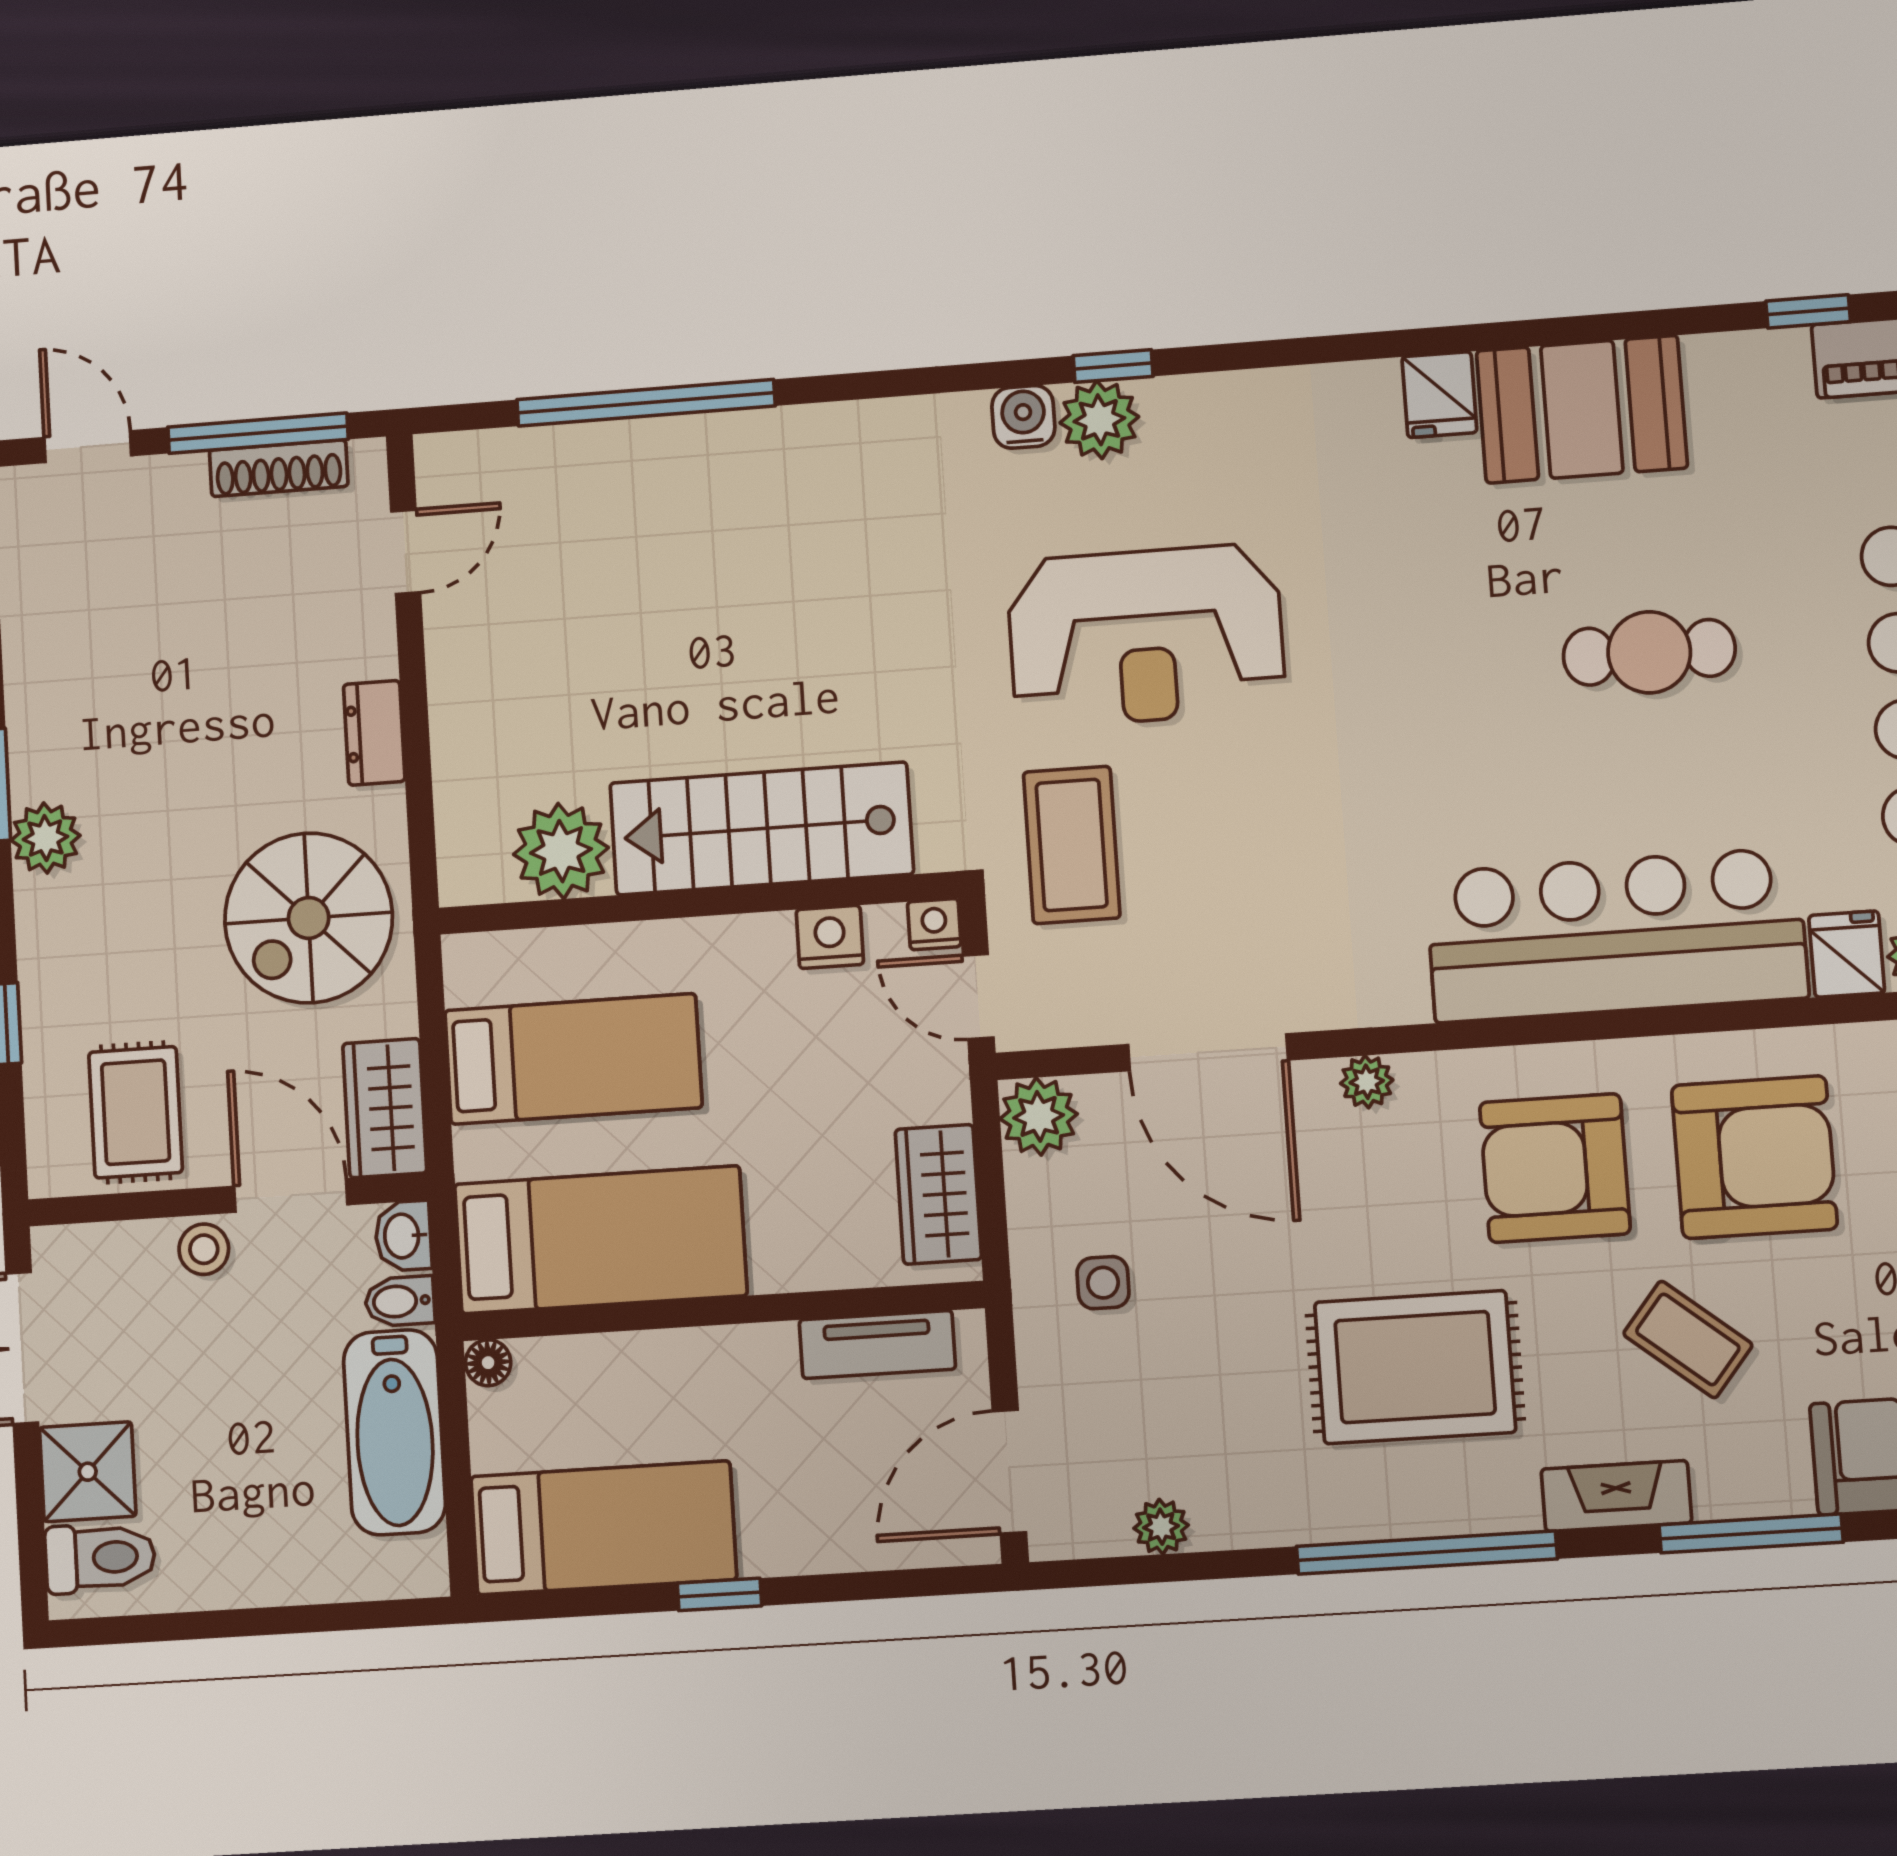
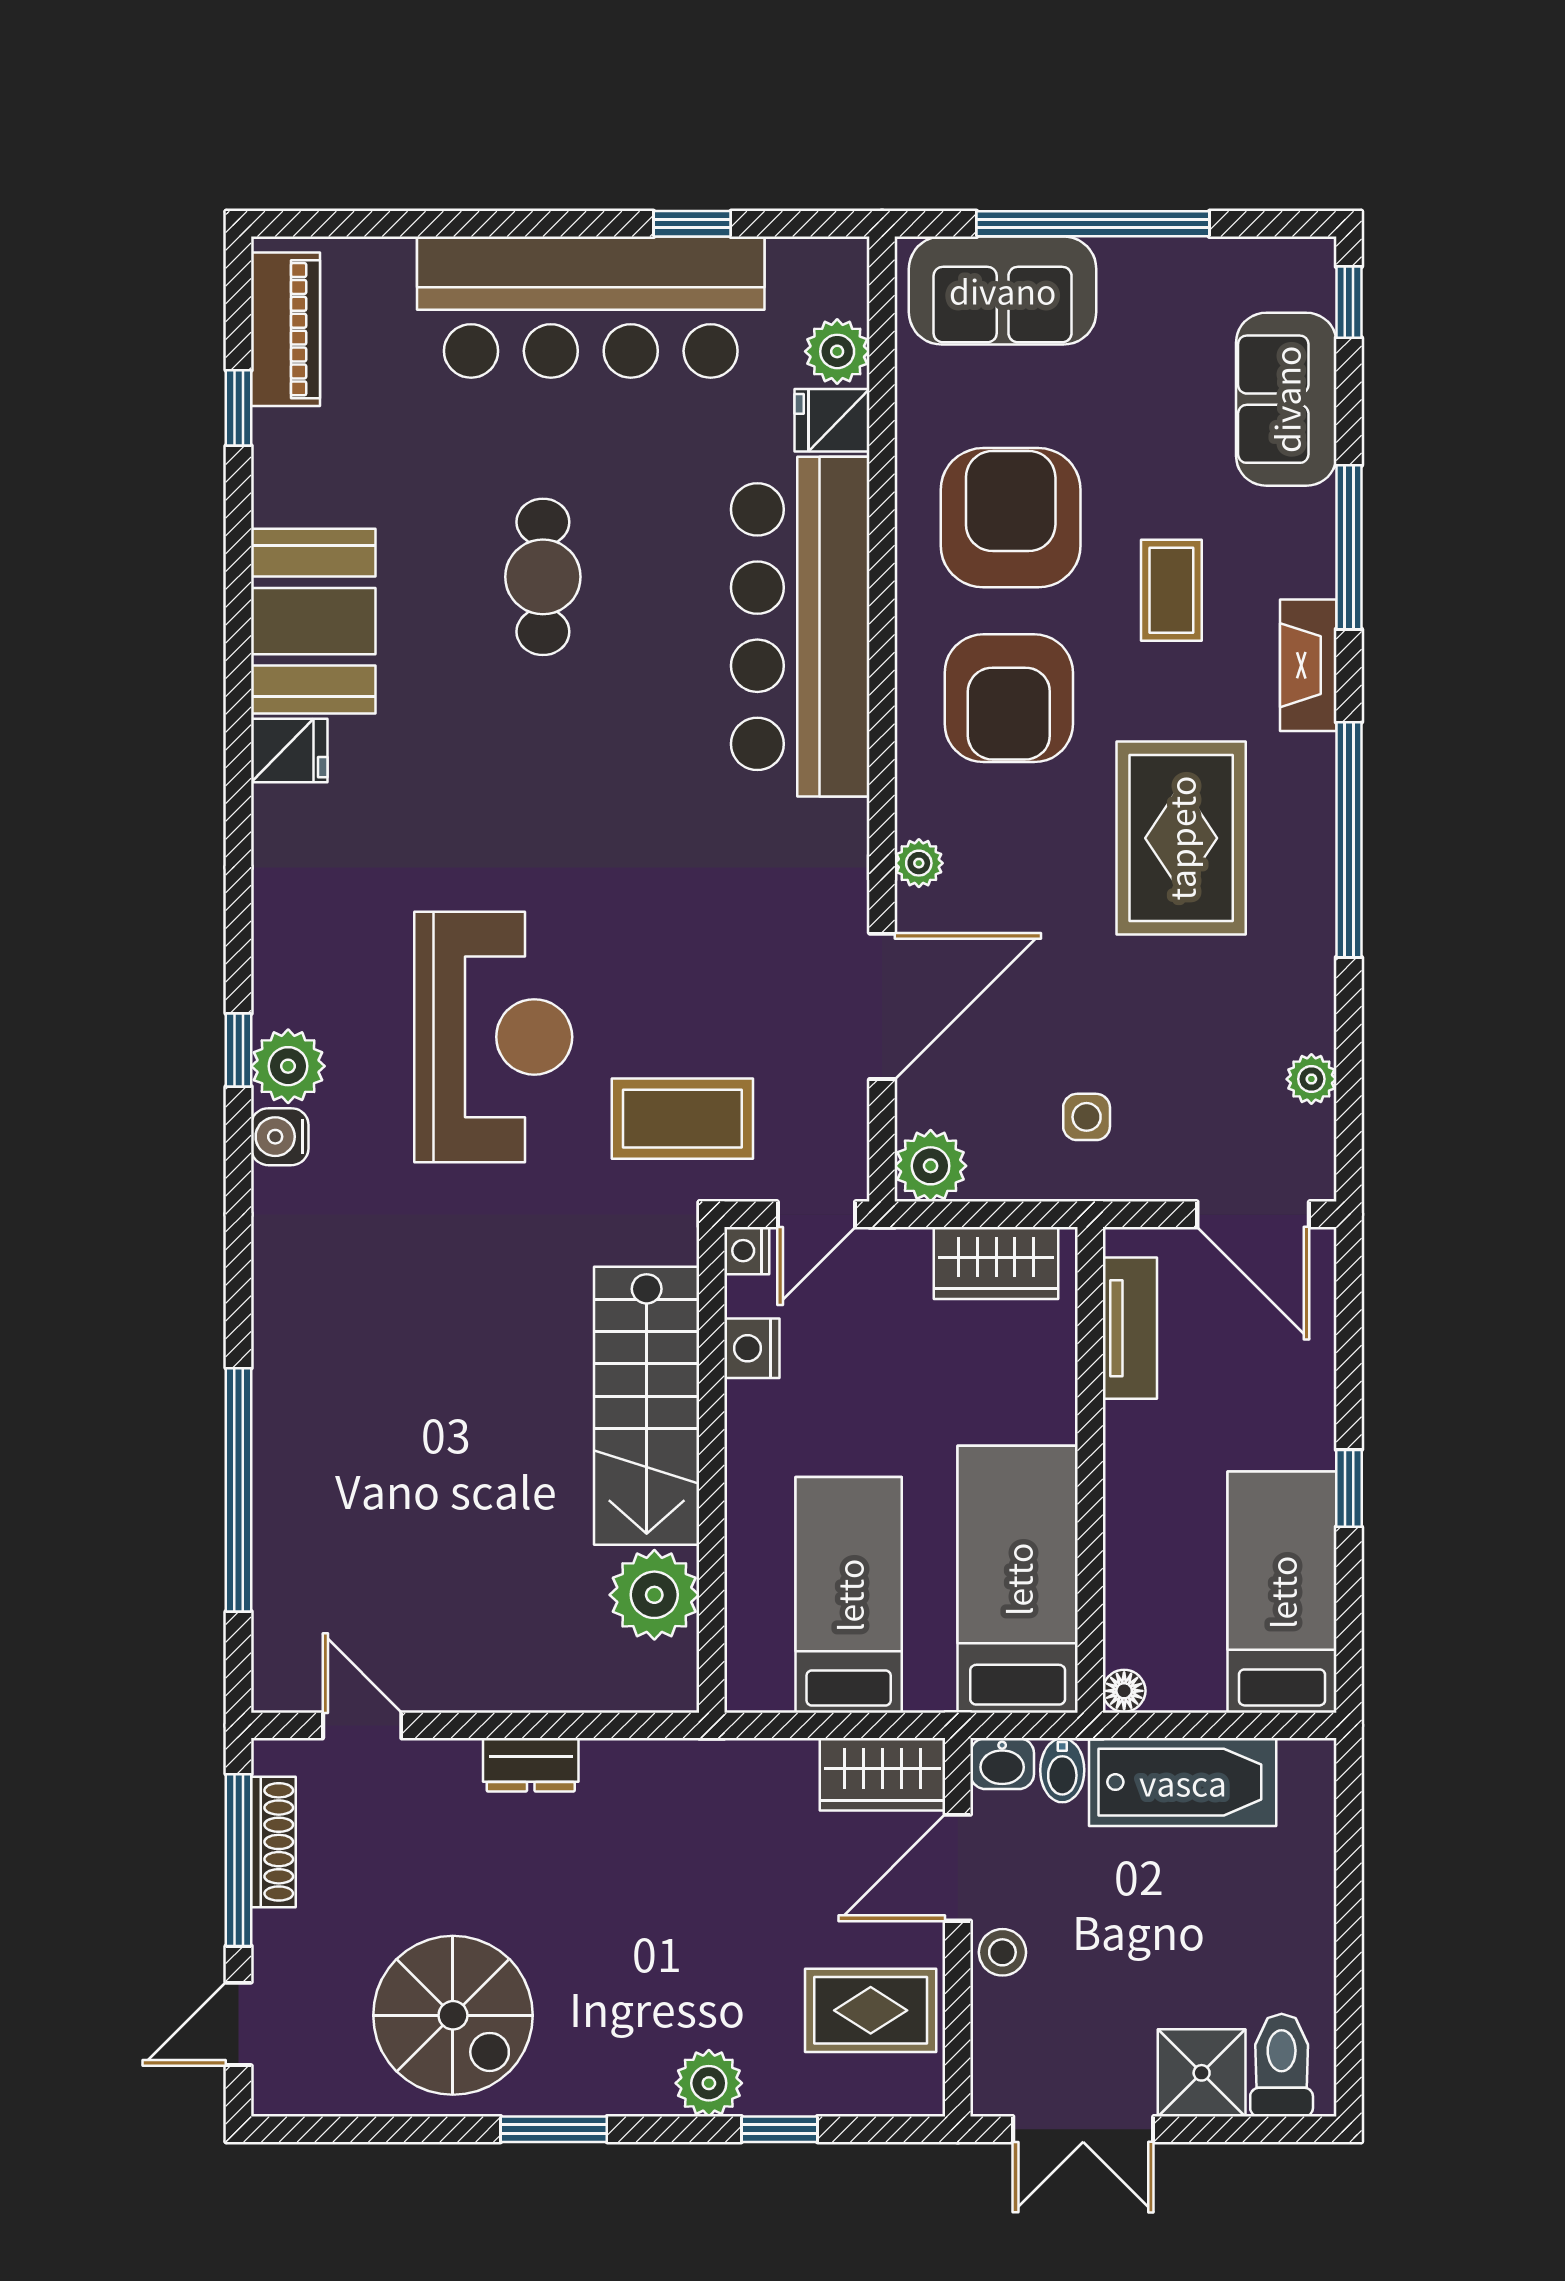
plant: (45, 838) -> (709, 2083), moved
spiral stairs: (309, 918) -> (453, 2015), moved
coffee table: (1688, 1339) -> (1171, 590), turned -39

